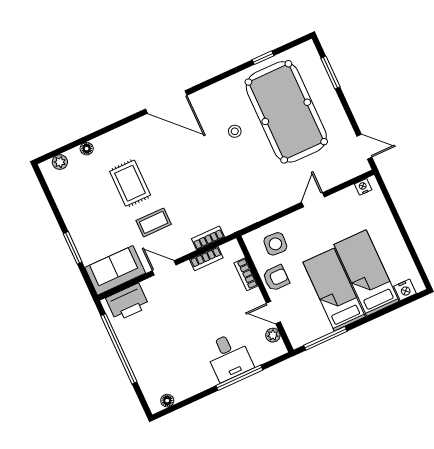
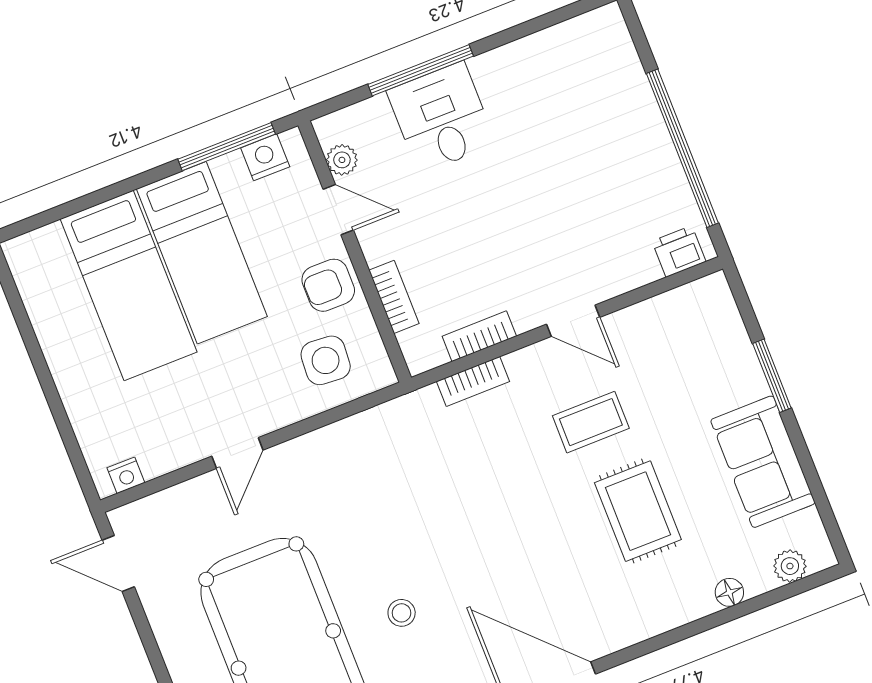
sofa: (115, 270) -> (763, 462), moved, turned 90
nightstand: (405, 290) -> (265, 157), moved
printer: (127, 302) -> (679, 251), width x0.53, depth x0.68
floor lamp: (167, 401) -> (582, 28), removed

